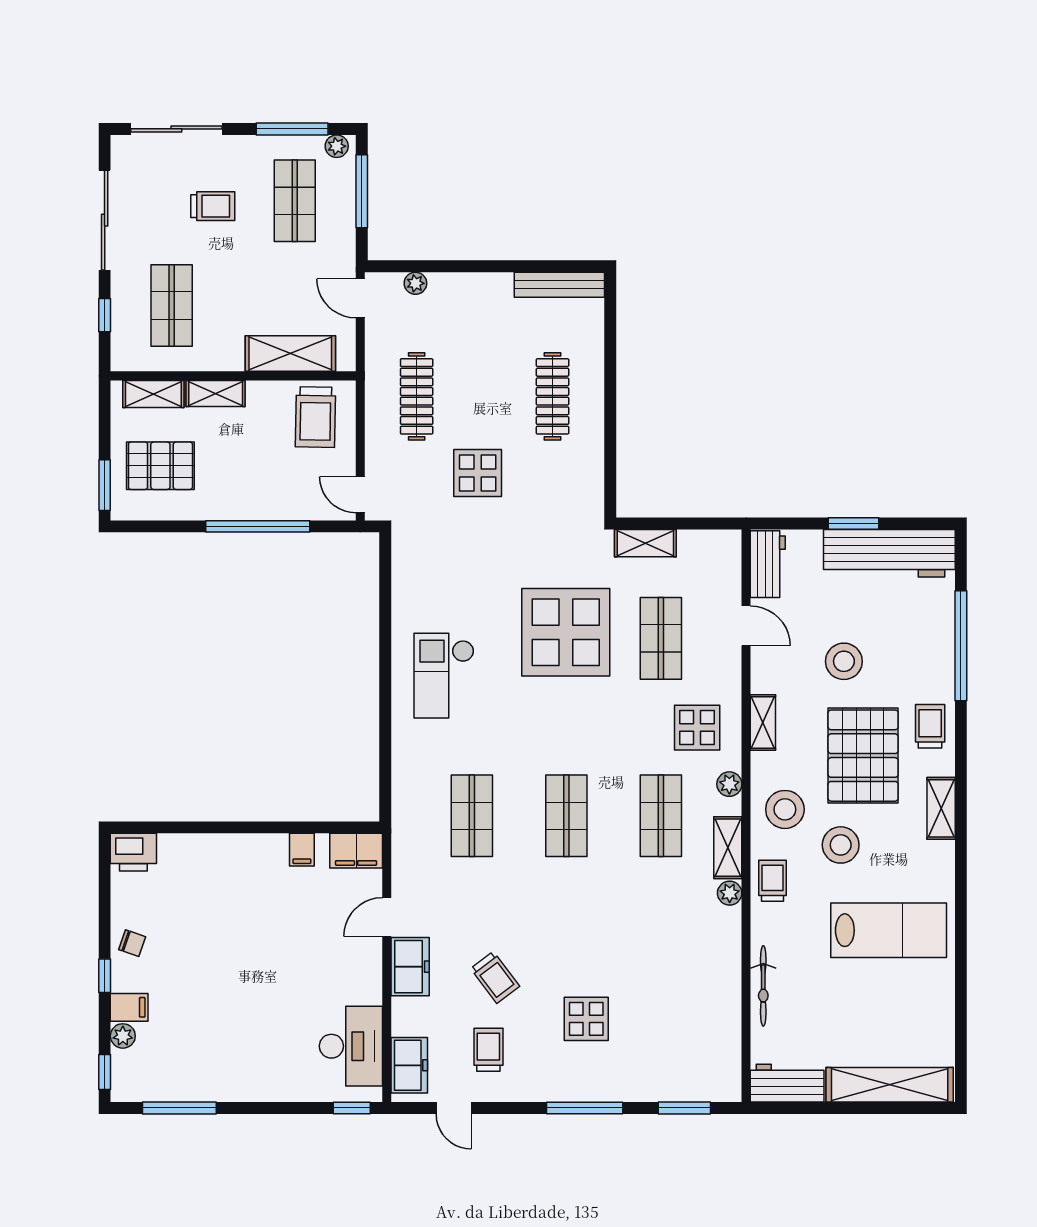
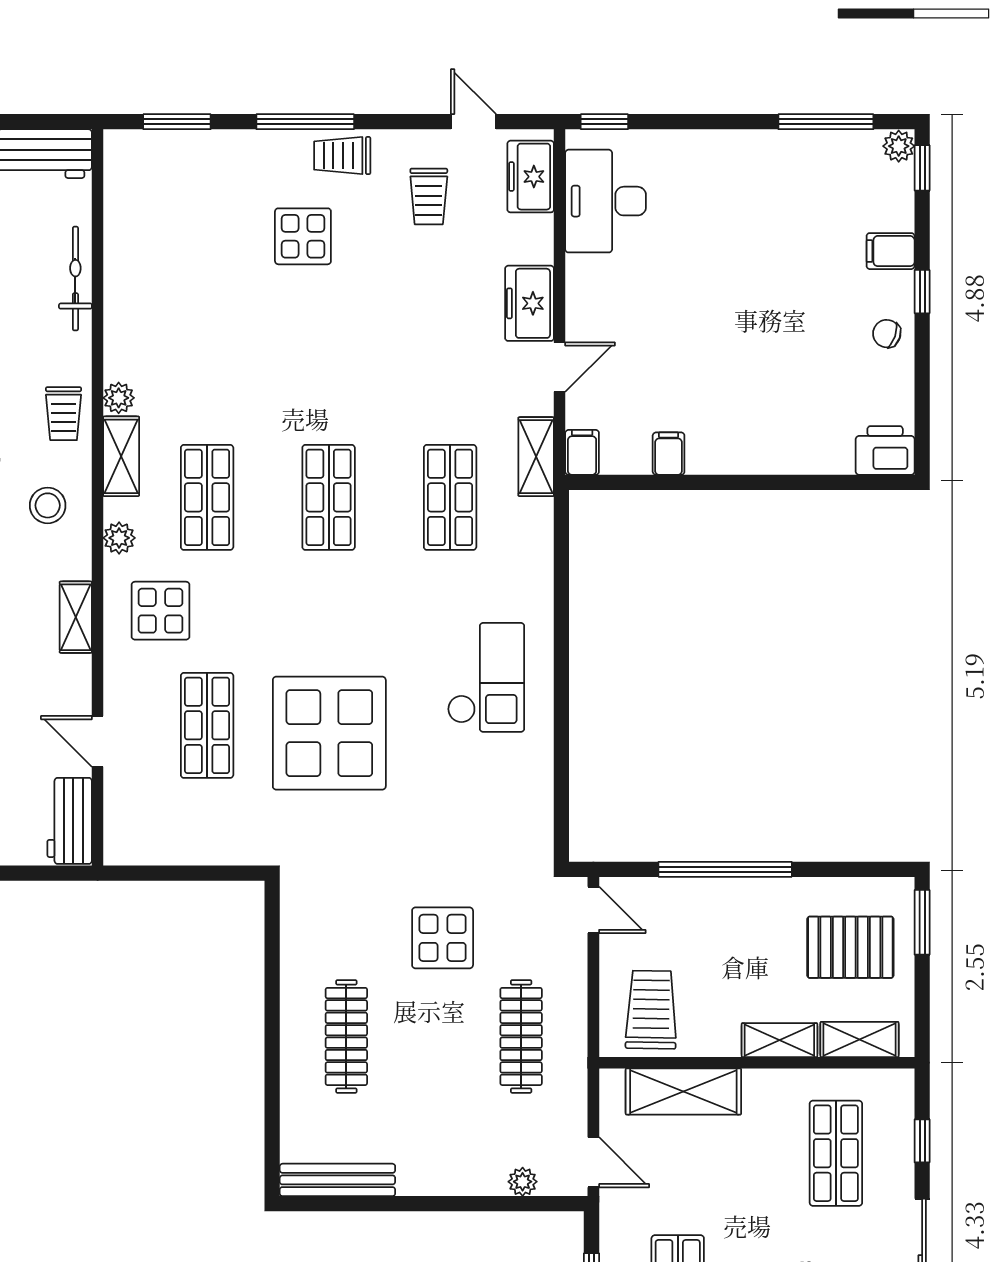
shelving: (645, 543) -> (536, 457), moved, turned 90
stool: (785, 809) -> (48, 505), width x0.73, depth x0.73
filing cabinet: (356, 851) -> (582, 452), width x0.50
trolley: (495, 977) -> (342, 156), moved, turned -53
plant: (123, 1036) -> (899, 146), moved

